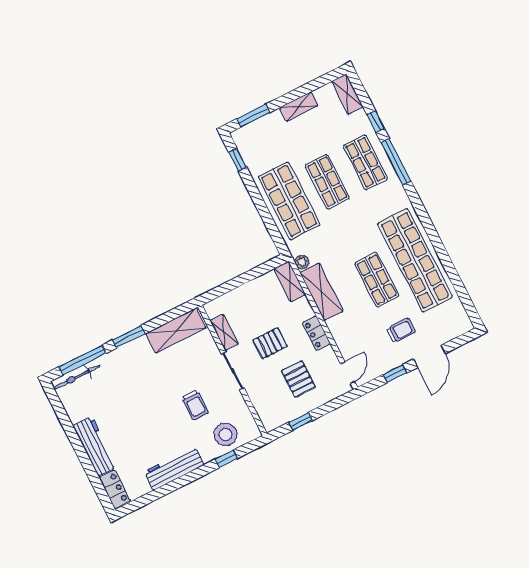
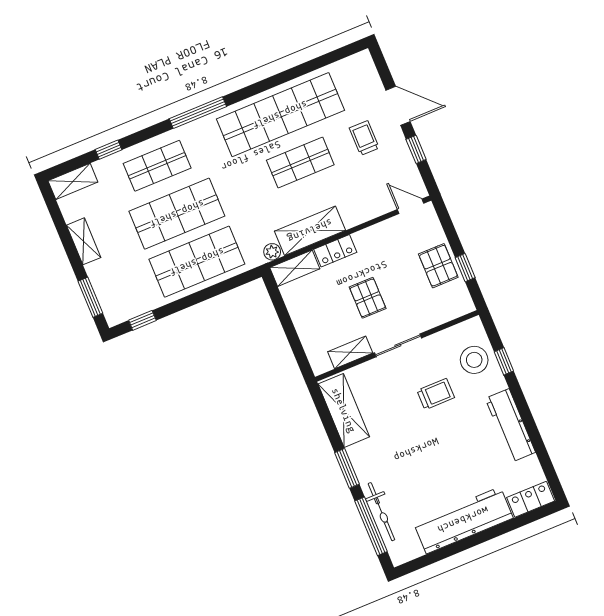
window: (396, 162) -> (198, 113), moved
shop shelf: (327, 182) -> (177, 214), width x1.43, depth x1.36
locker: (316, 333) -> (335, 251), moved
bicycle: (77, 377) -> (381, 512), moved
pallet: (298, 379) -> (438, 266), moved, turned 90
workbench: (95, 446) -> (463, 520), width x1.36, depth x1.32

